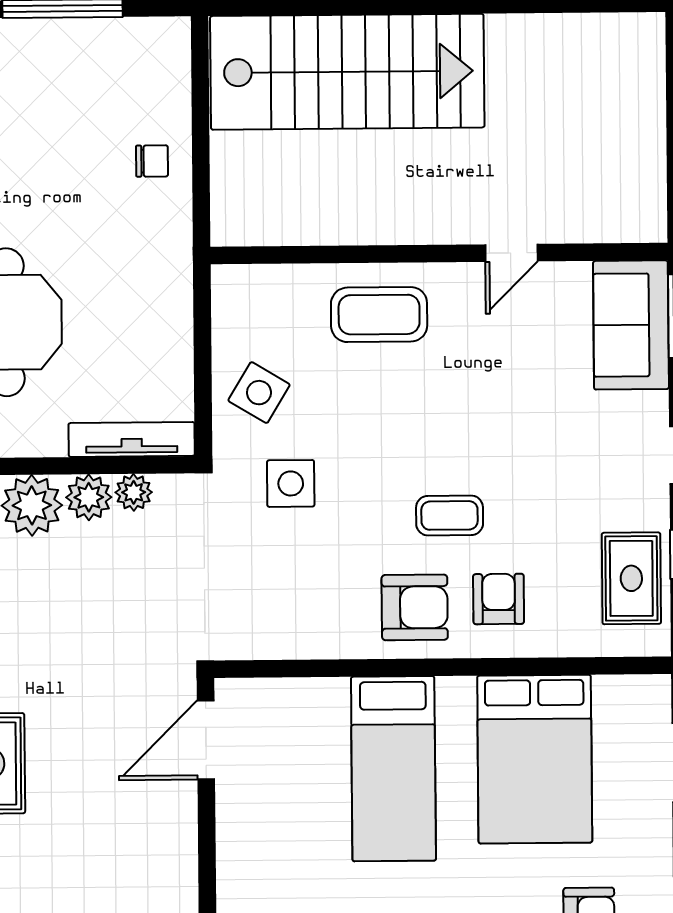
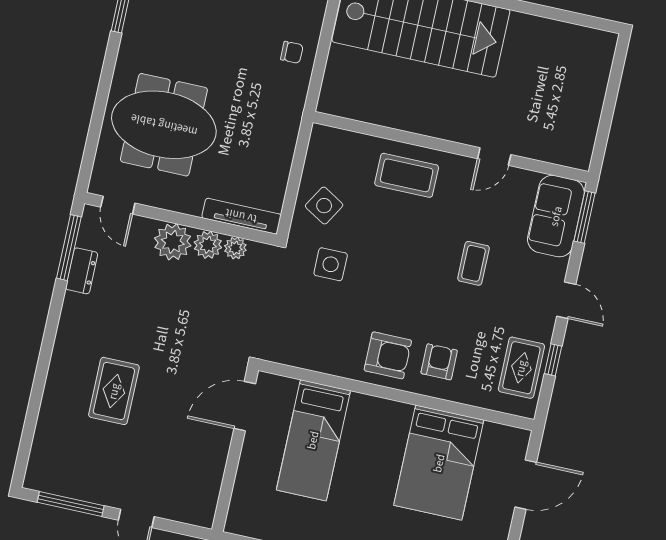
coffee table: (450, 515) -> (473, 263), moved, turned 90
bed: (393, 769) -> (313, 440), moved

